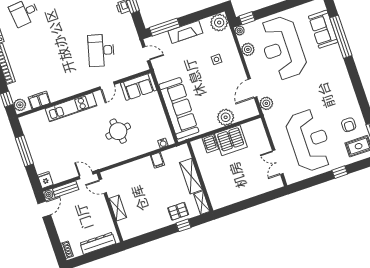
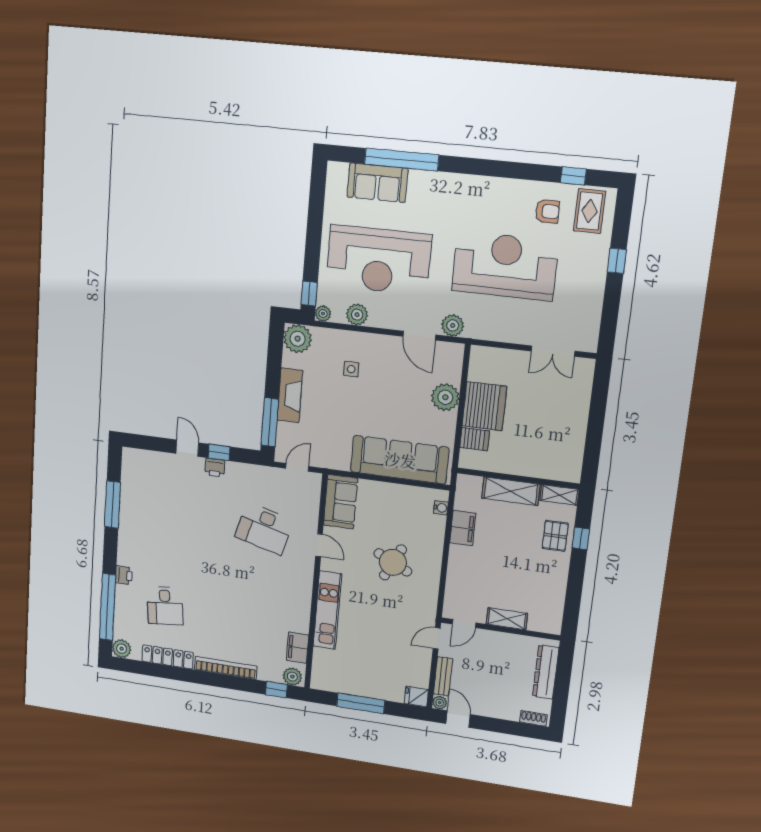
round table: (118, 131) -> (393, 562), turned 35
reception desk: (309, 140) -> (505, 266), moved
filing cabinet: (157, 160) -> (463, 528), width x2.00

